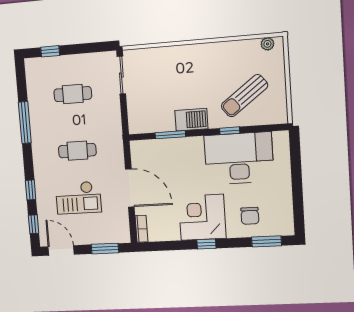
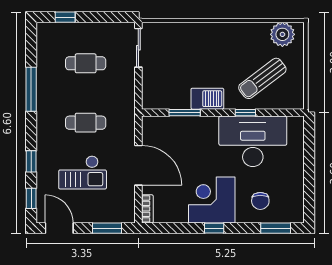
plant: (267, 44) -> (282, 34), width x1.87, depth x1.87

